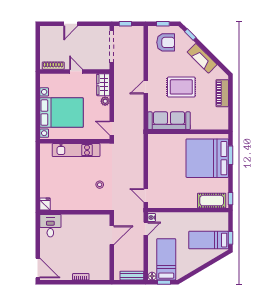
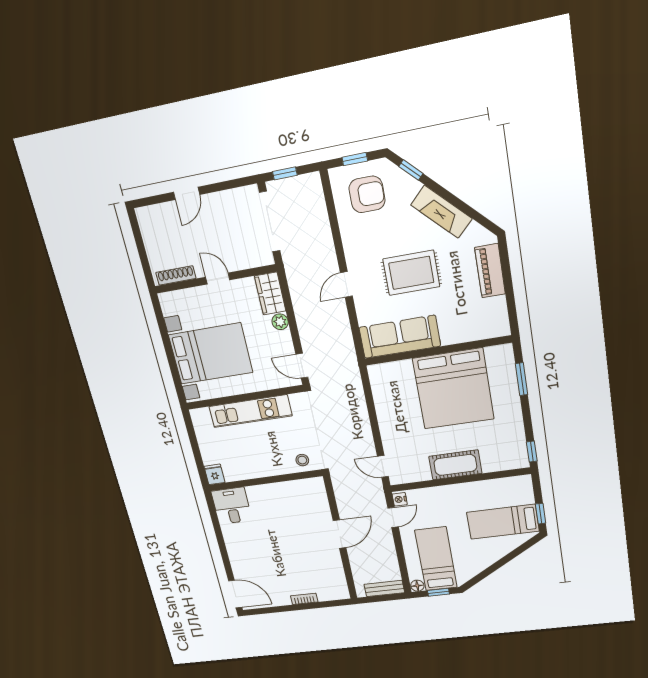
bed: (207, 158) -> (453, 389), moved, turned -90
cot: (212, 201) -> (455, 465), moved
fridge: (45, 204) -> (215, 474), moved
wall: (75, 212) -> (265, 480), moved
desk: (50, 226) -> (232, 506), moved

